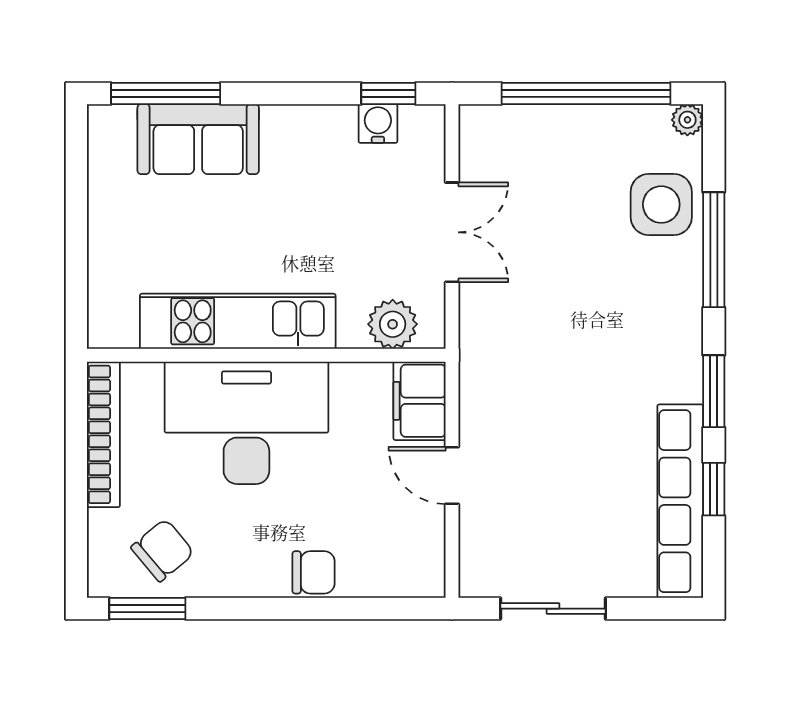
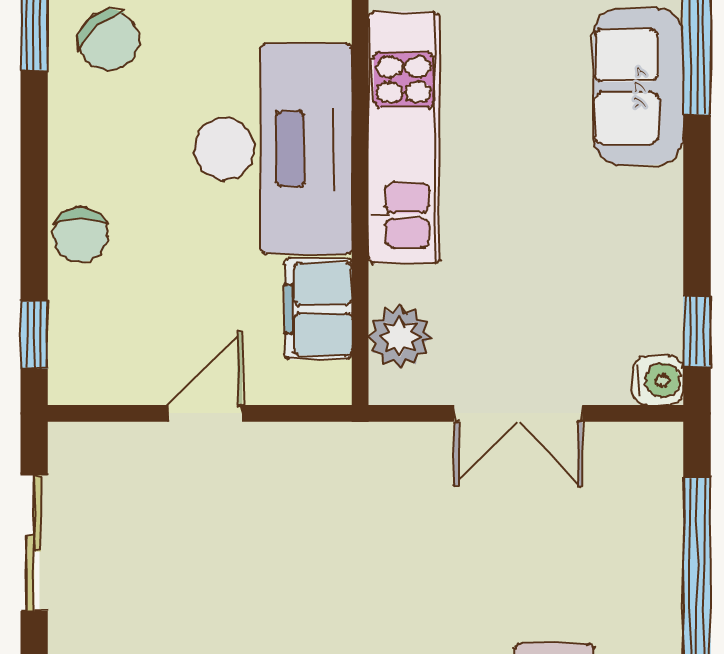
water cooler: (378, 123) -> (658, 380), moved
filing cabinet: (420, 401) -> (318, 309), moved, turned -90
window: (391, 609) -> (34, 334), added

